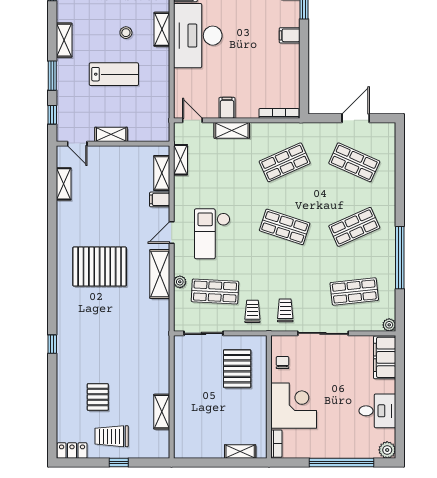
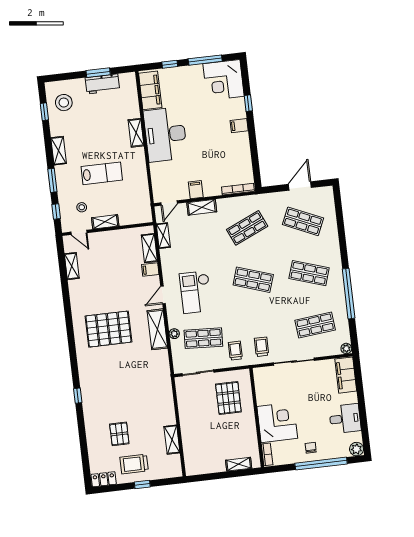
stool: (126, 33) -> (82, 207), moved
door: (192, 120) -> (169, 203), swing flipped
shop shelf: (354, 227) -> (309, 273), turned 42
chair: (283, 363) -> (311, 448), moved

